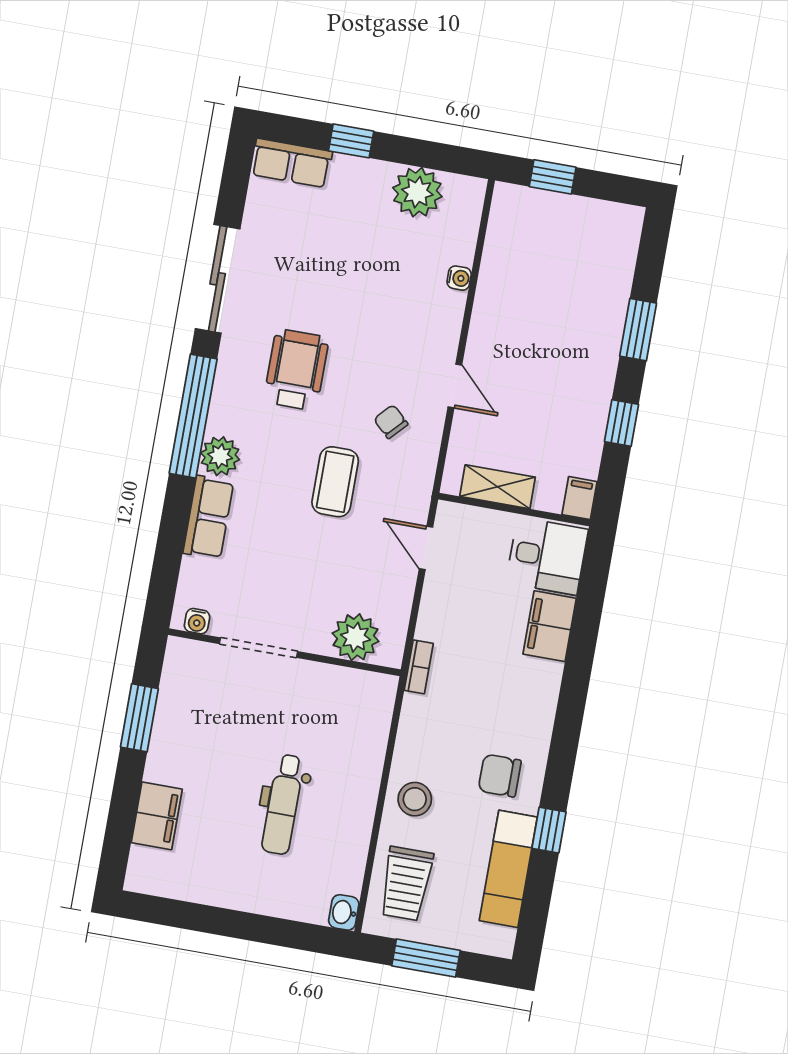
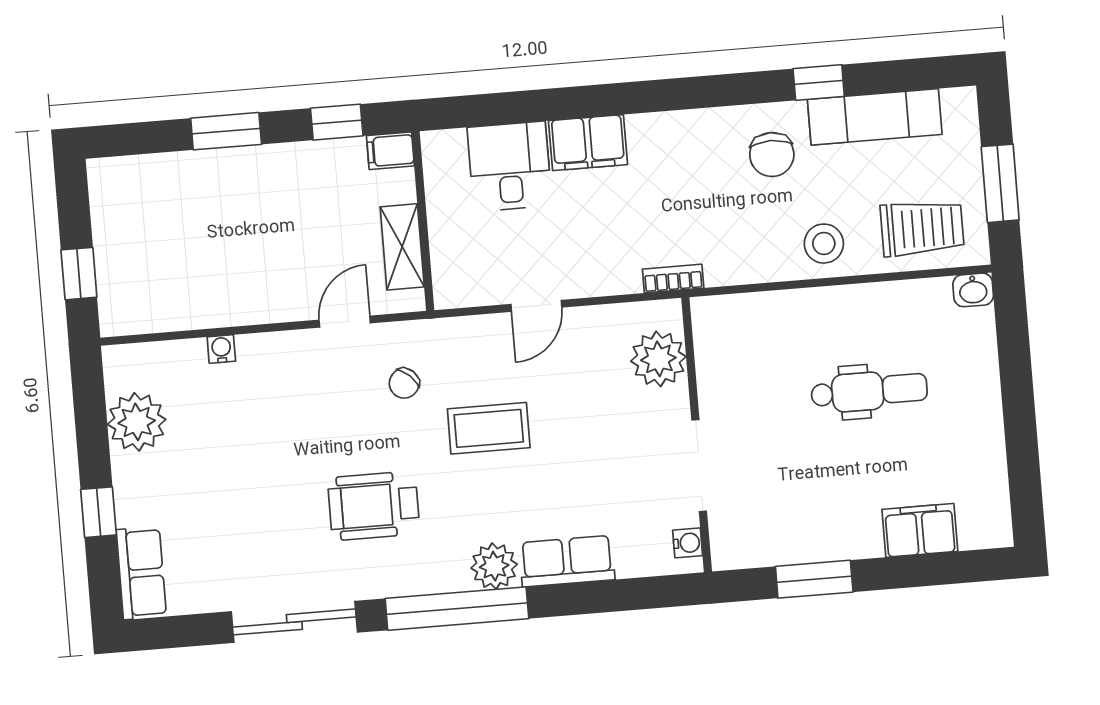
shelving: (497, 487) -> (402, 247), moved
filing cabinet: (580, 498) -> (390, 151), moved
wall: (514, 510) -> (423, 221), moved

